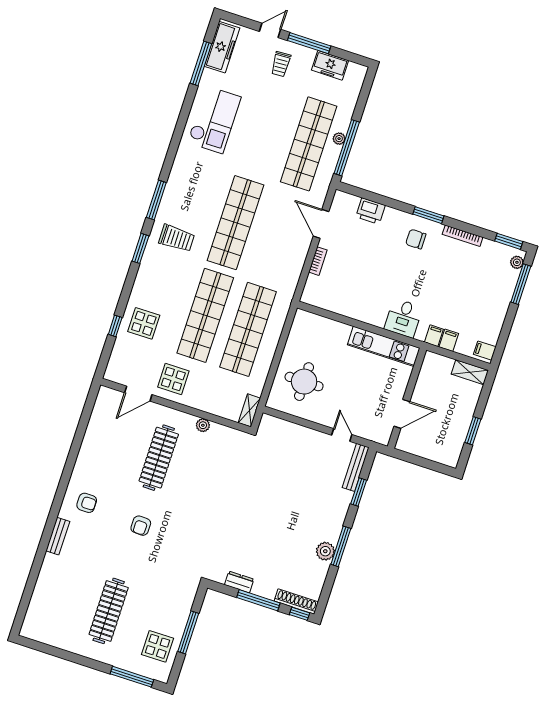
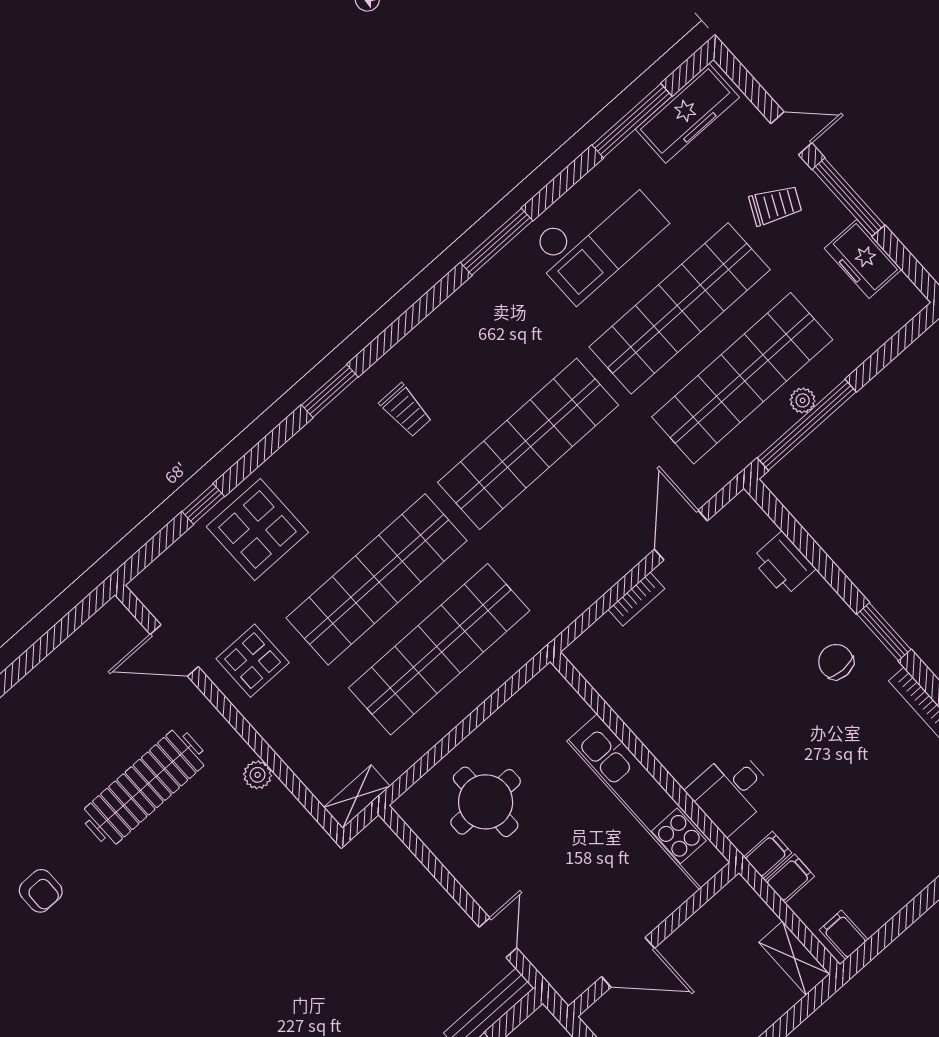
trolley: (281, 64) -> (775, 205), turned -151
shop shelf: (266, 130) -> (680, 308), added
window: (156, 200) -> (497, 242), moved
trolley: (177, 238) -> (406, 410), width x0.73, depth x0.72
display table: (144, 323) -> (257, 529), width x1.36, depth x1.36
kitchen unit: (384, 346) -> (648, 802), width x1.36
armchair: (141, 526) -> (41, 891), turned -91

